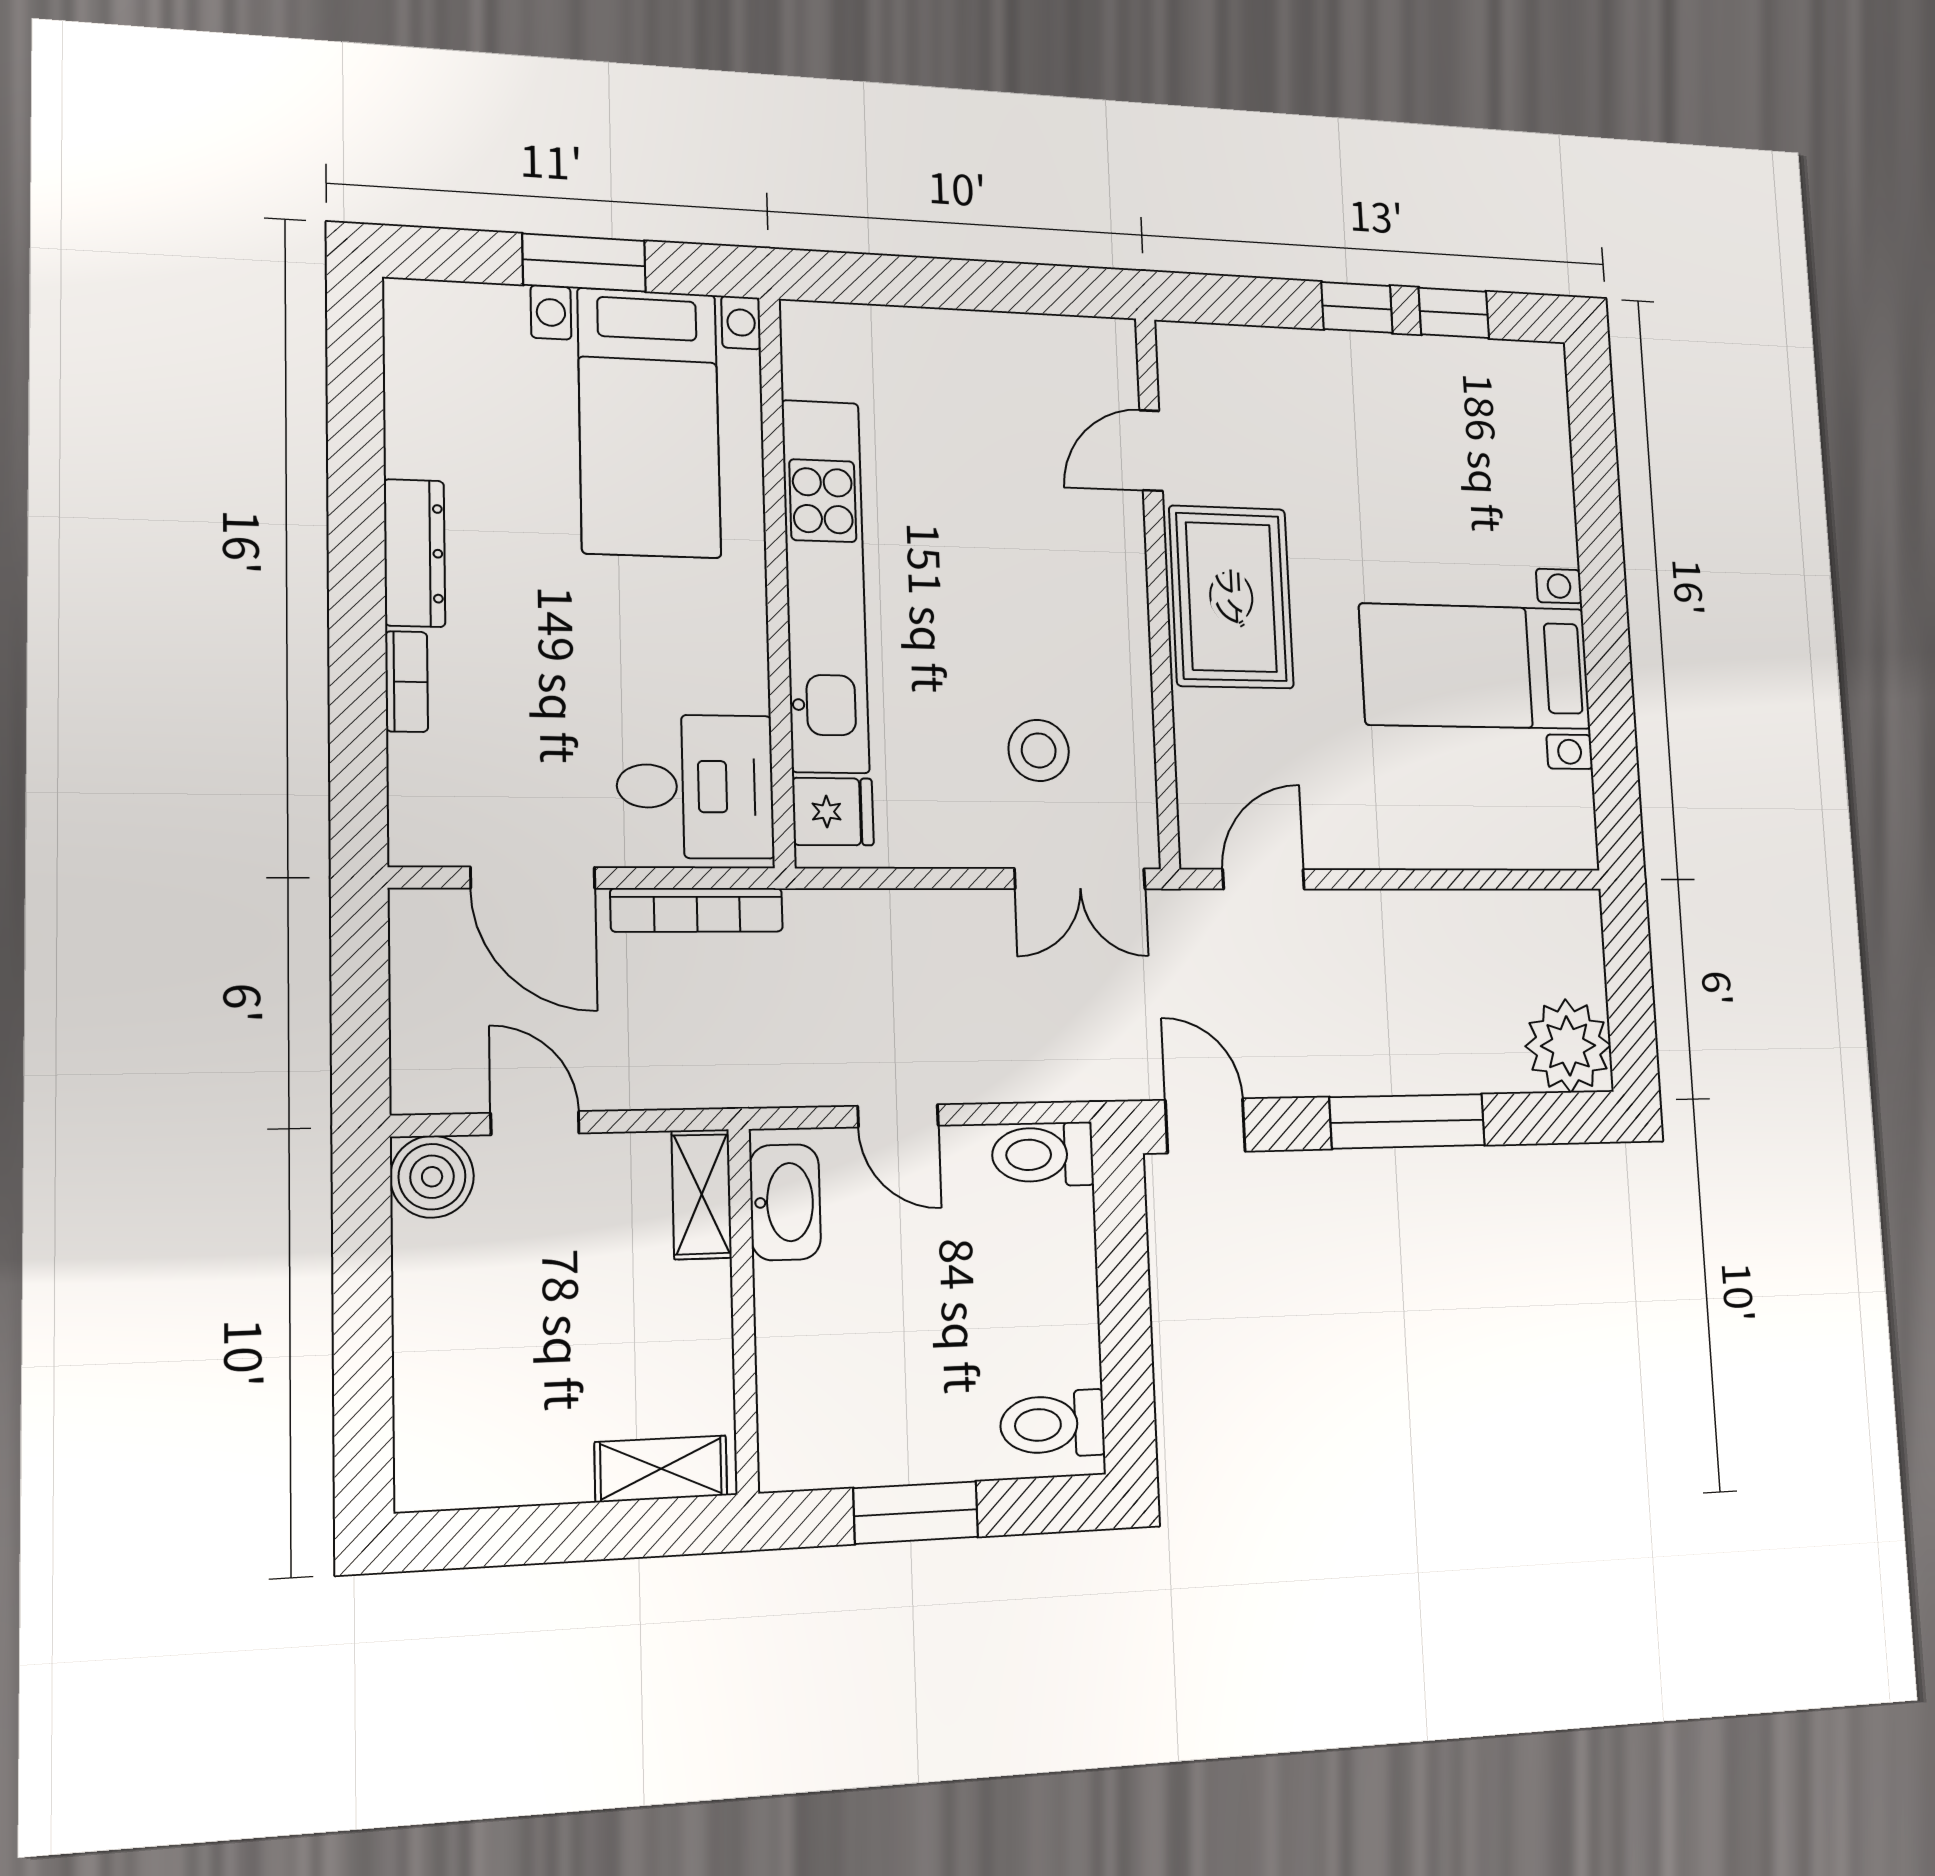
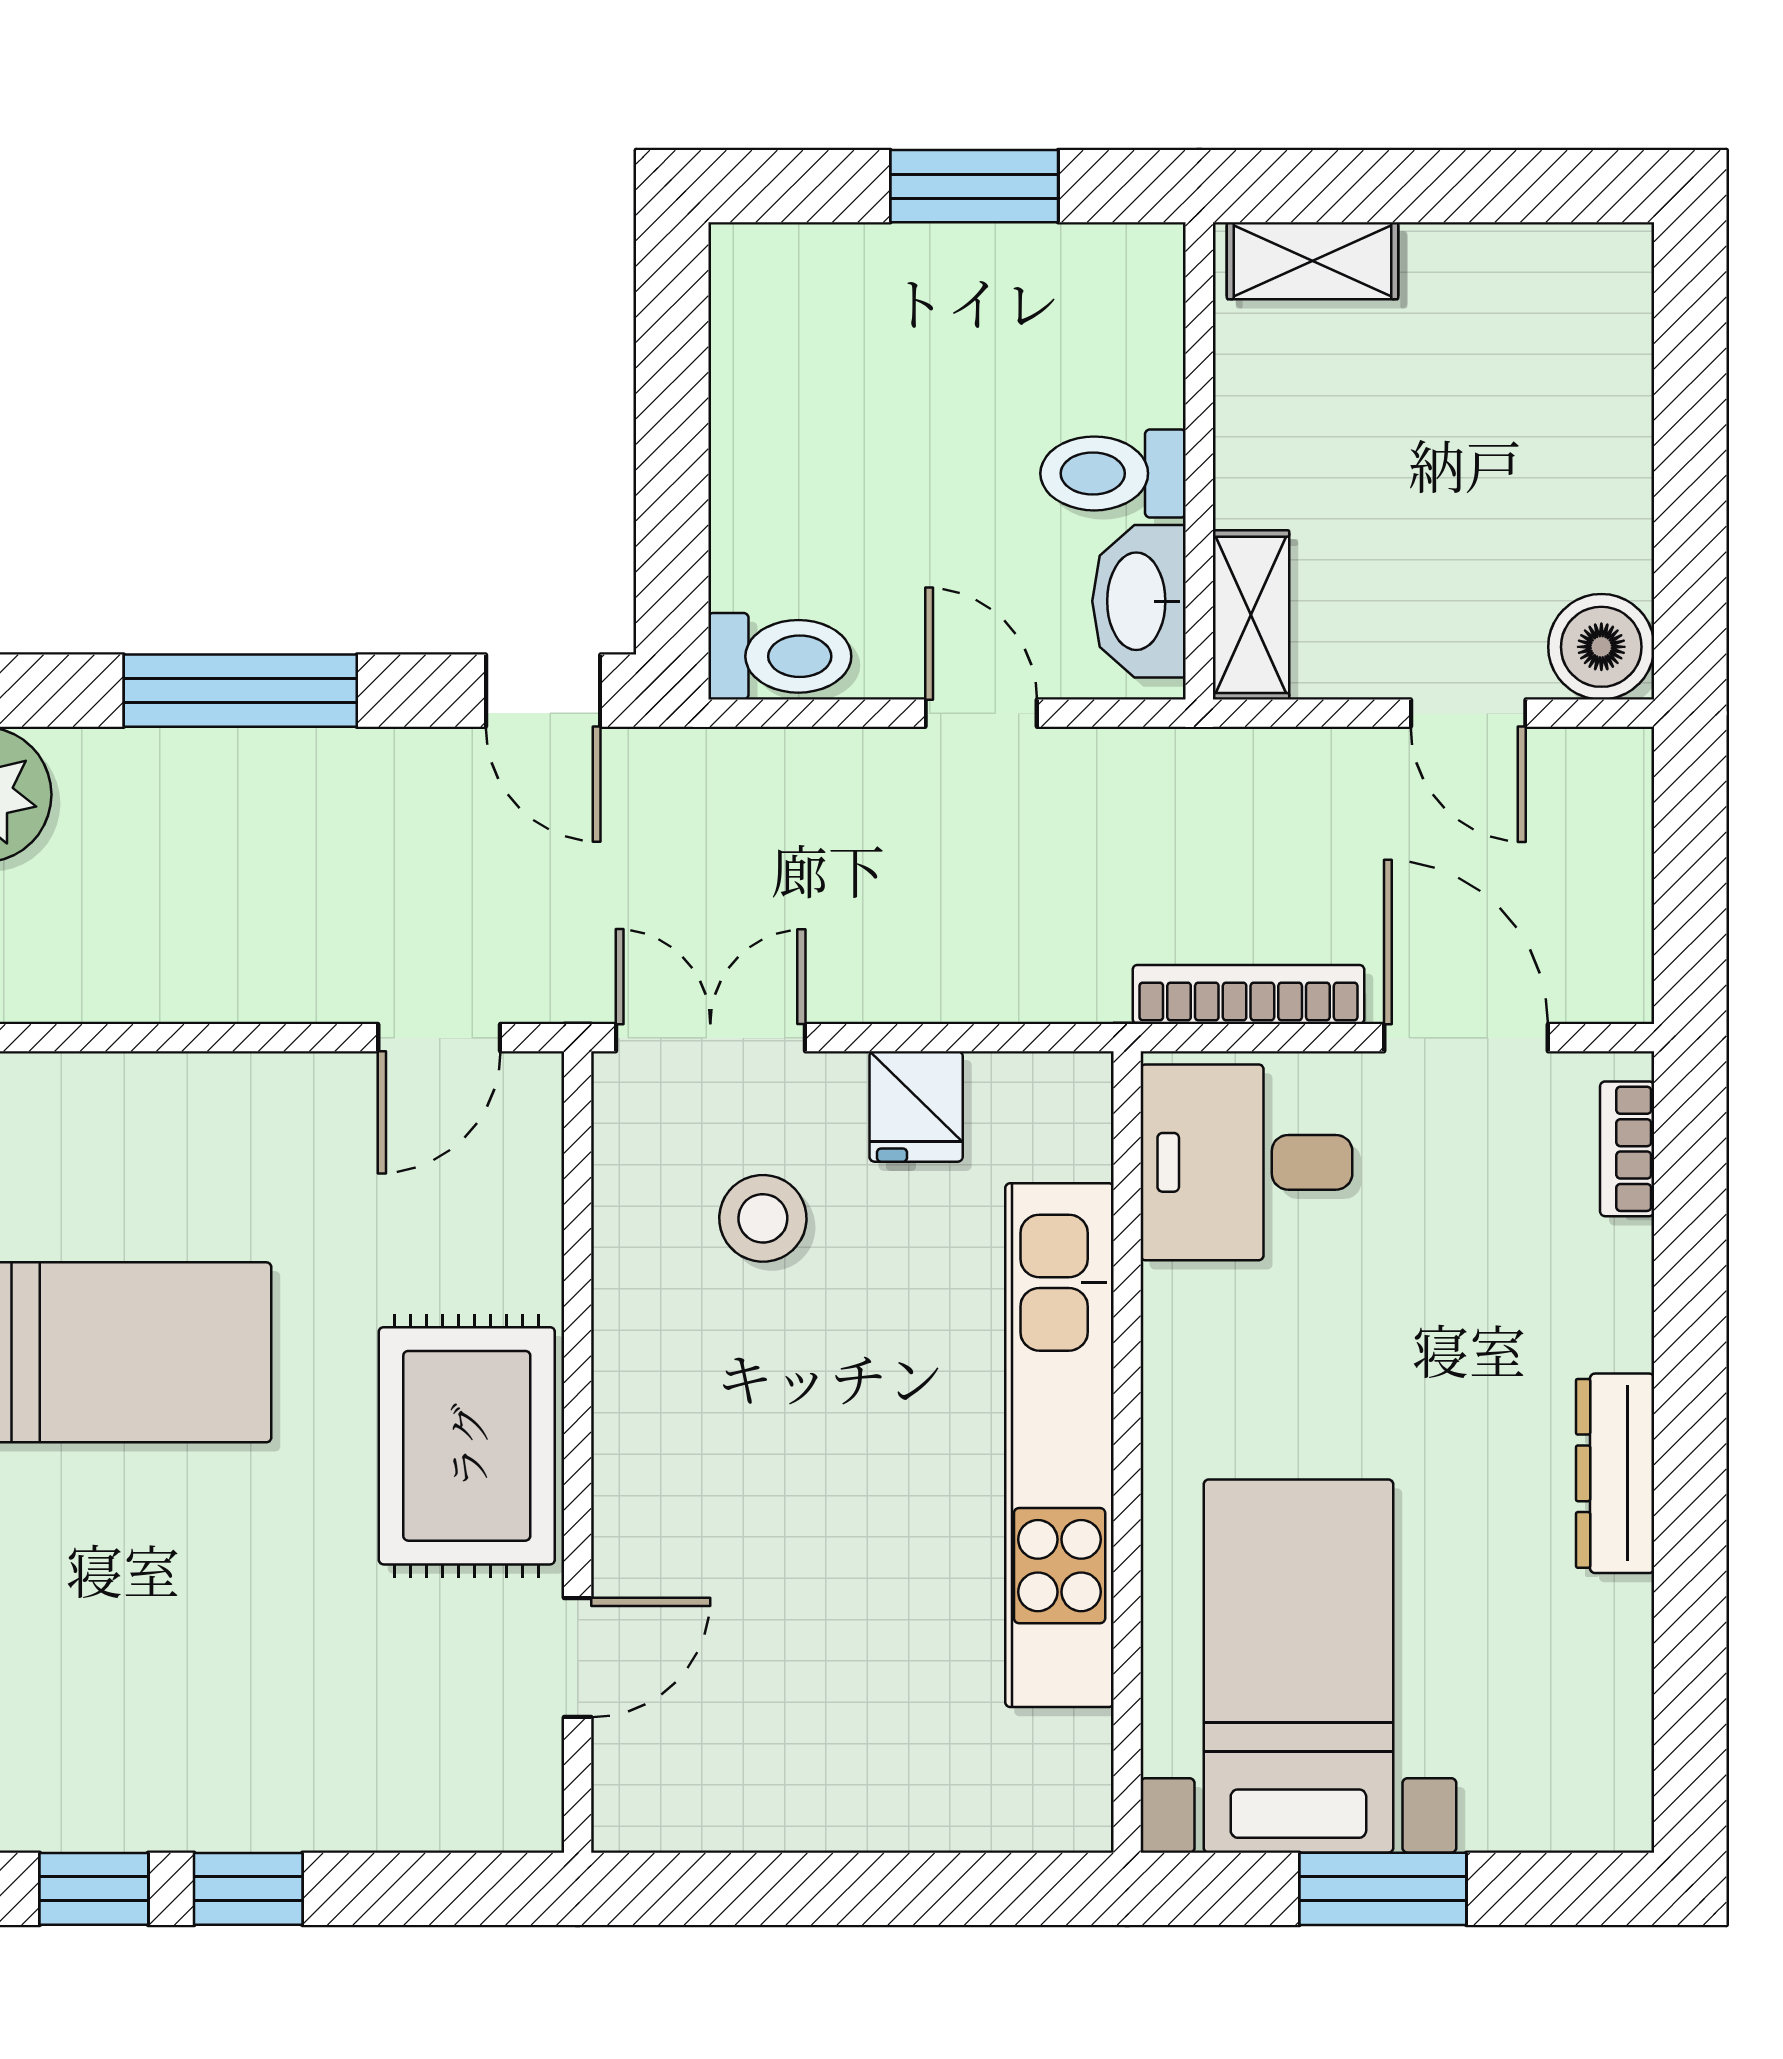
bookcase: (407, 682) -> (1627, 1149), moved
fridge: (833, 812) -> (916, 1106), moved, turned -90
toilet: (1052, 1424) -> (1113, 473), moved, turned 180

